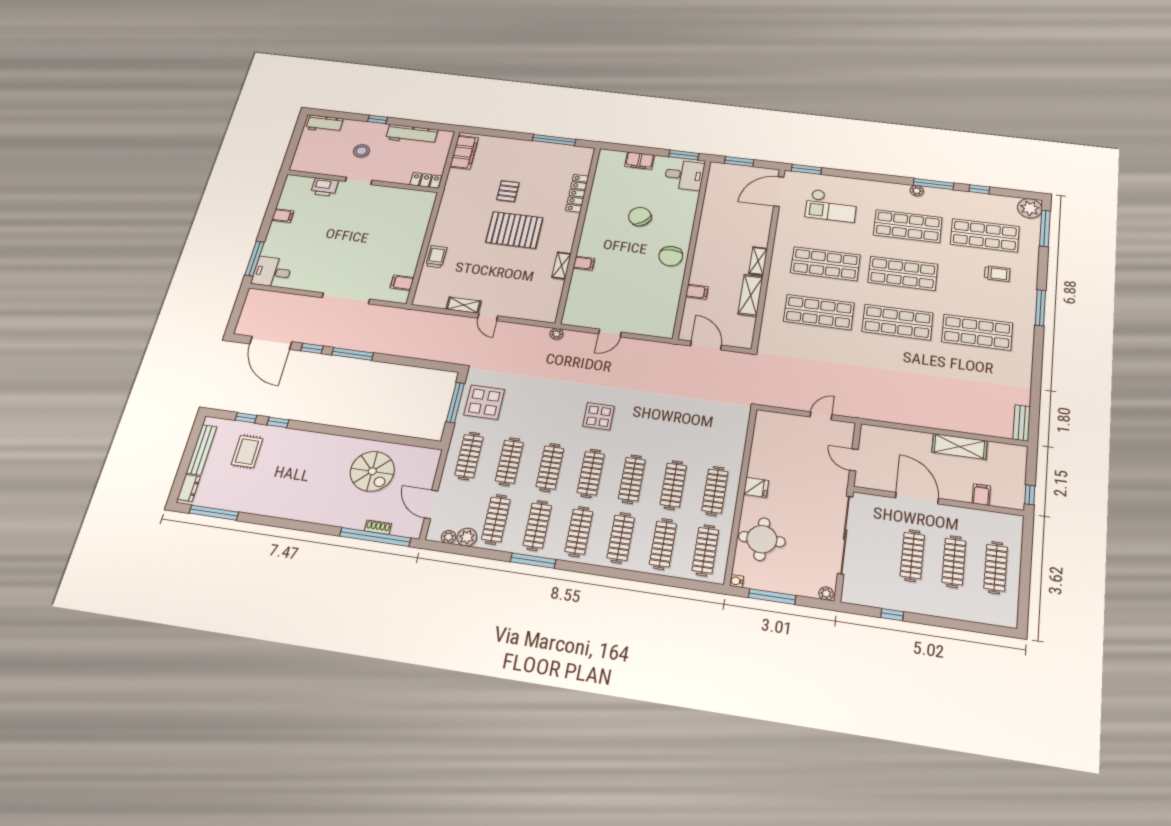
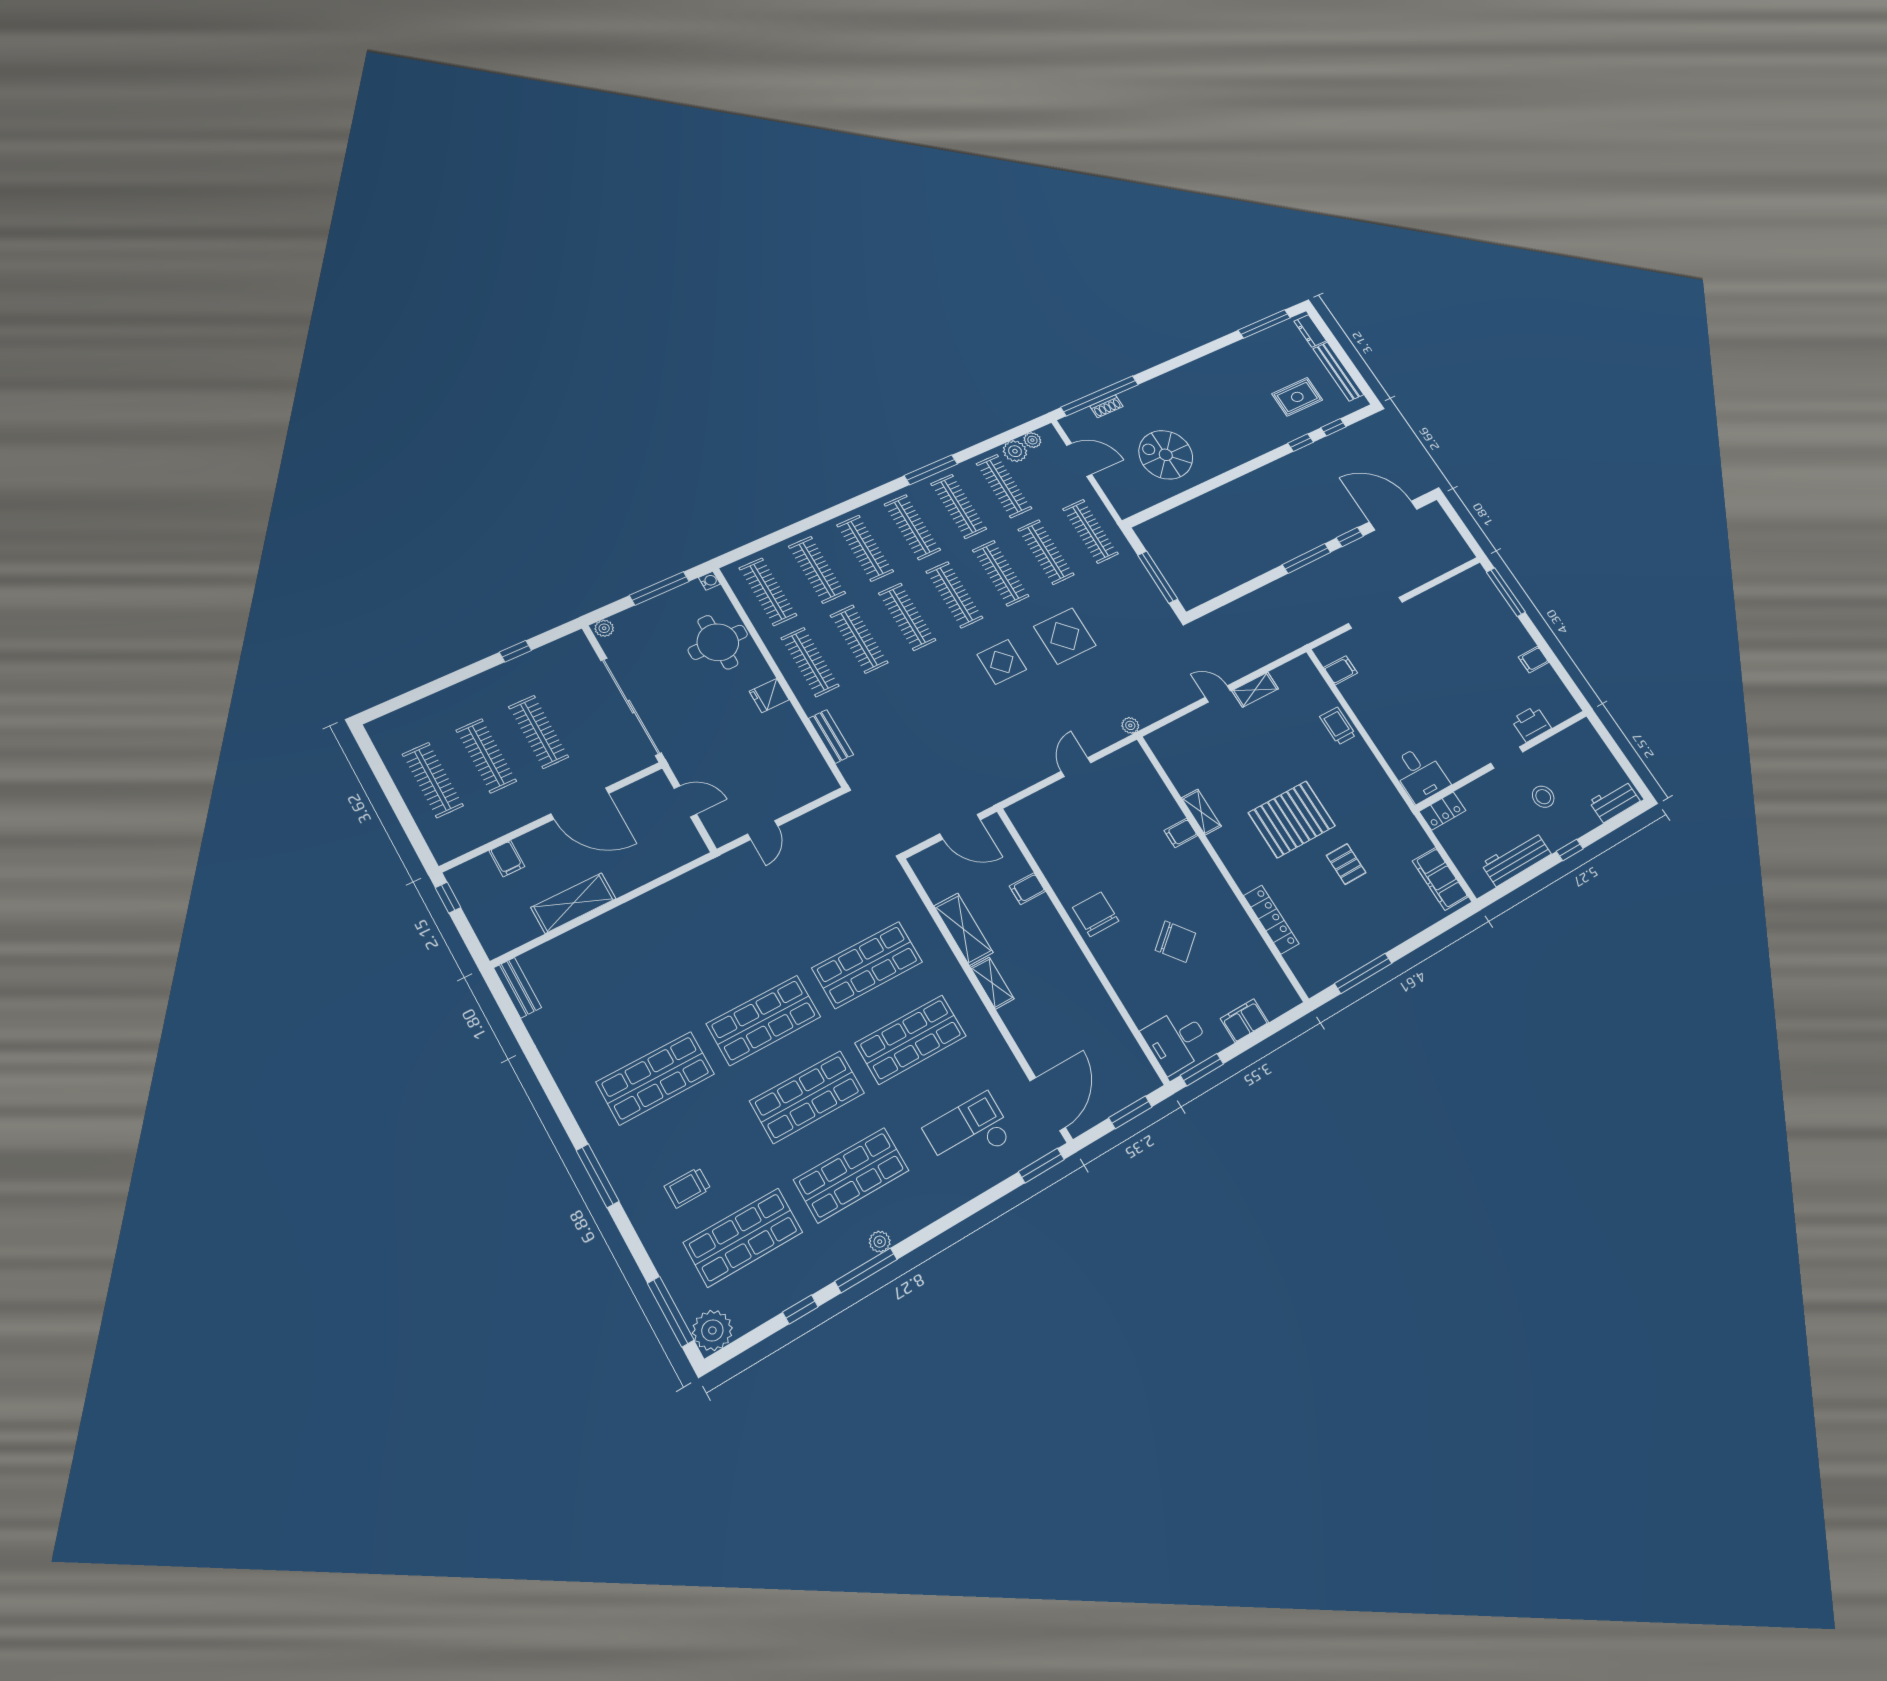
trolley: (436, 257) -> (1338, 726), turned 180
desk: (272, 272) -> (1420, 774), moved, turned 90
display table: (484, 402) -> (1065, 636), moved
bench: (739, 441) -> (831, 736), added
rug: (247, 452) -> (1297, 397), turned 90

